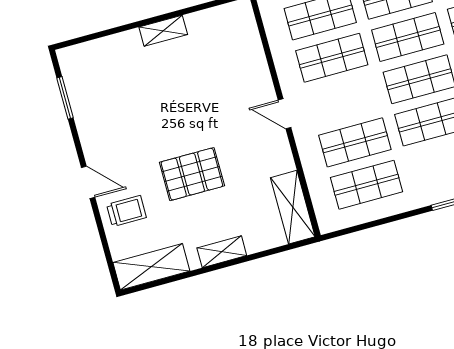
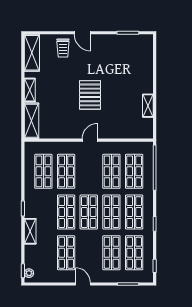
shelving: (163, 31) -> (148, 106), moved
pallet: (192, 174) -> (90, 95), moved
door: (88, 182) -> (82, 33), hinge flipped
shelving: (293, 207) -> (32, 121), moved, turned 90

